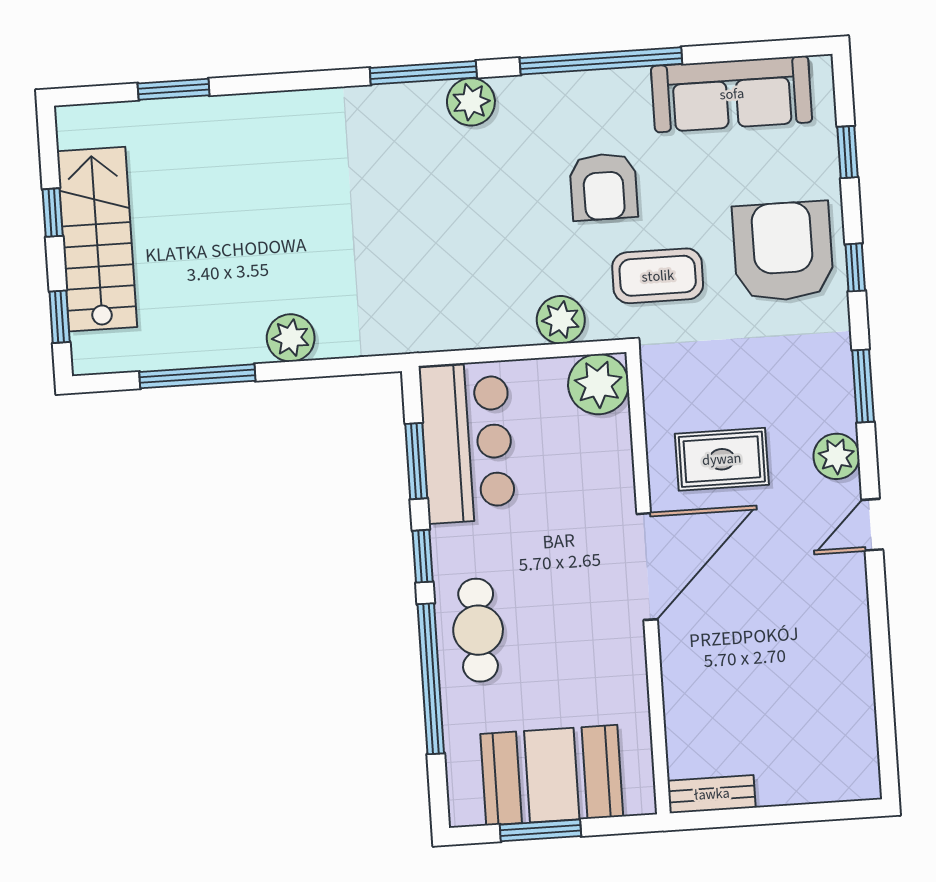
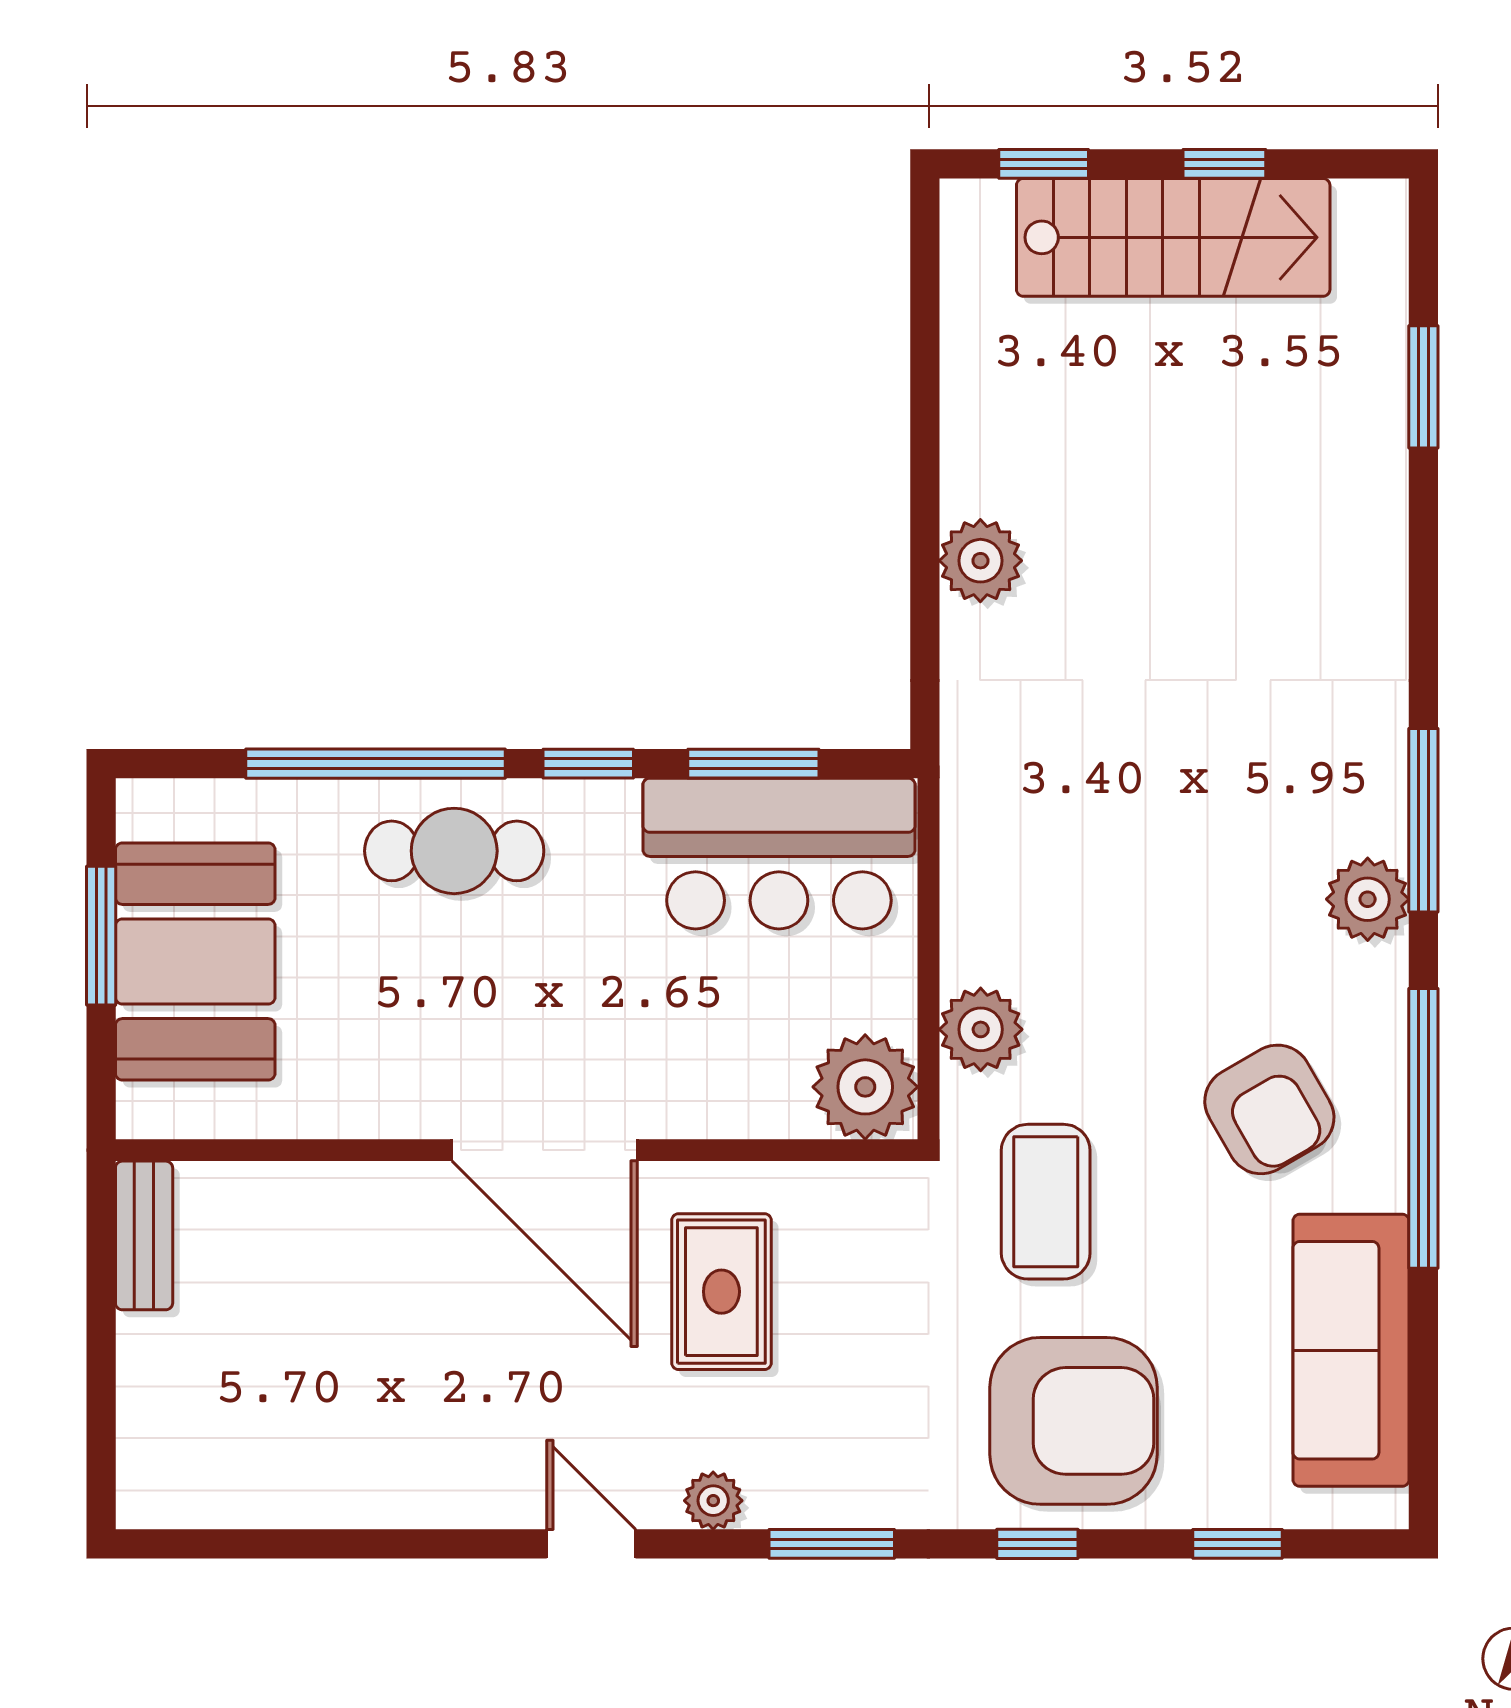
armchair: (604, 187) -> (1269, 1109), moved, turned -120
window: (197, 376) -> (925, 395), removed
plant: (836, 456) -> (713, 1501), width x0.73, depth x0.73

